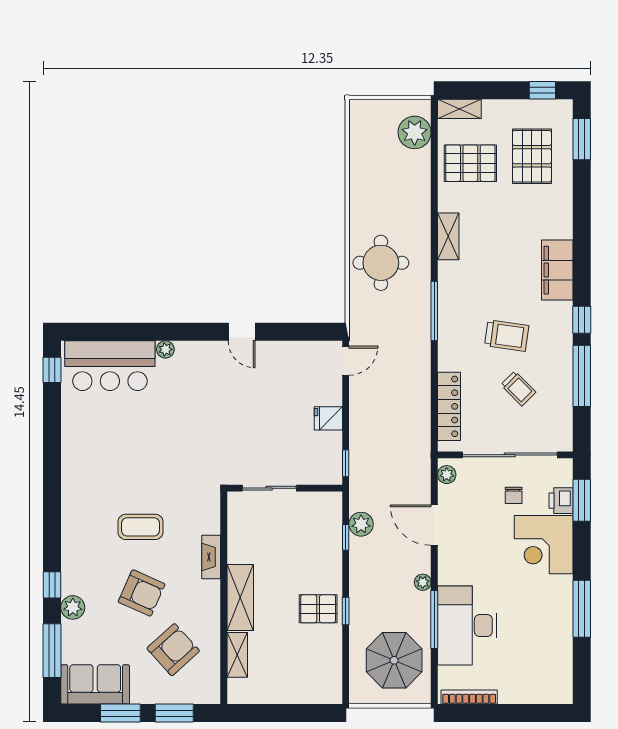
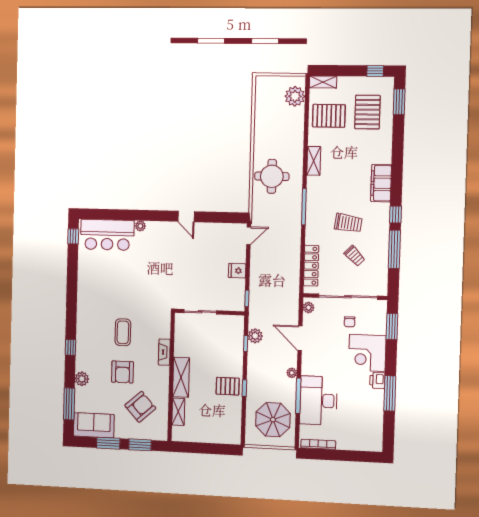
printer: (561, 501) -> (377, 380), moved
coffee table: (140, 527) -> (123, 332), turned 90
window: (52, 585) -> (70, 347), moved
armchair: (142, 593) -> (123, 372), turned 66

